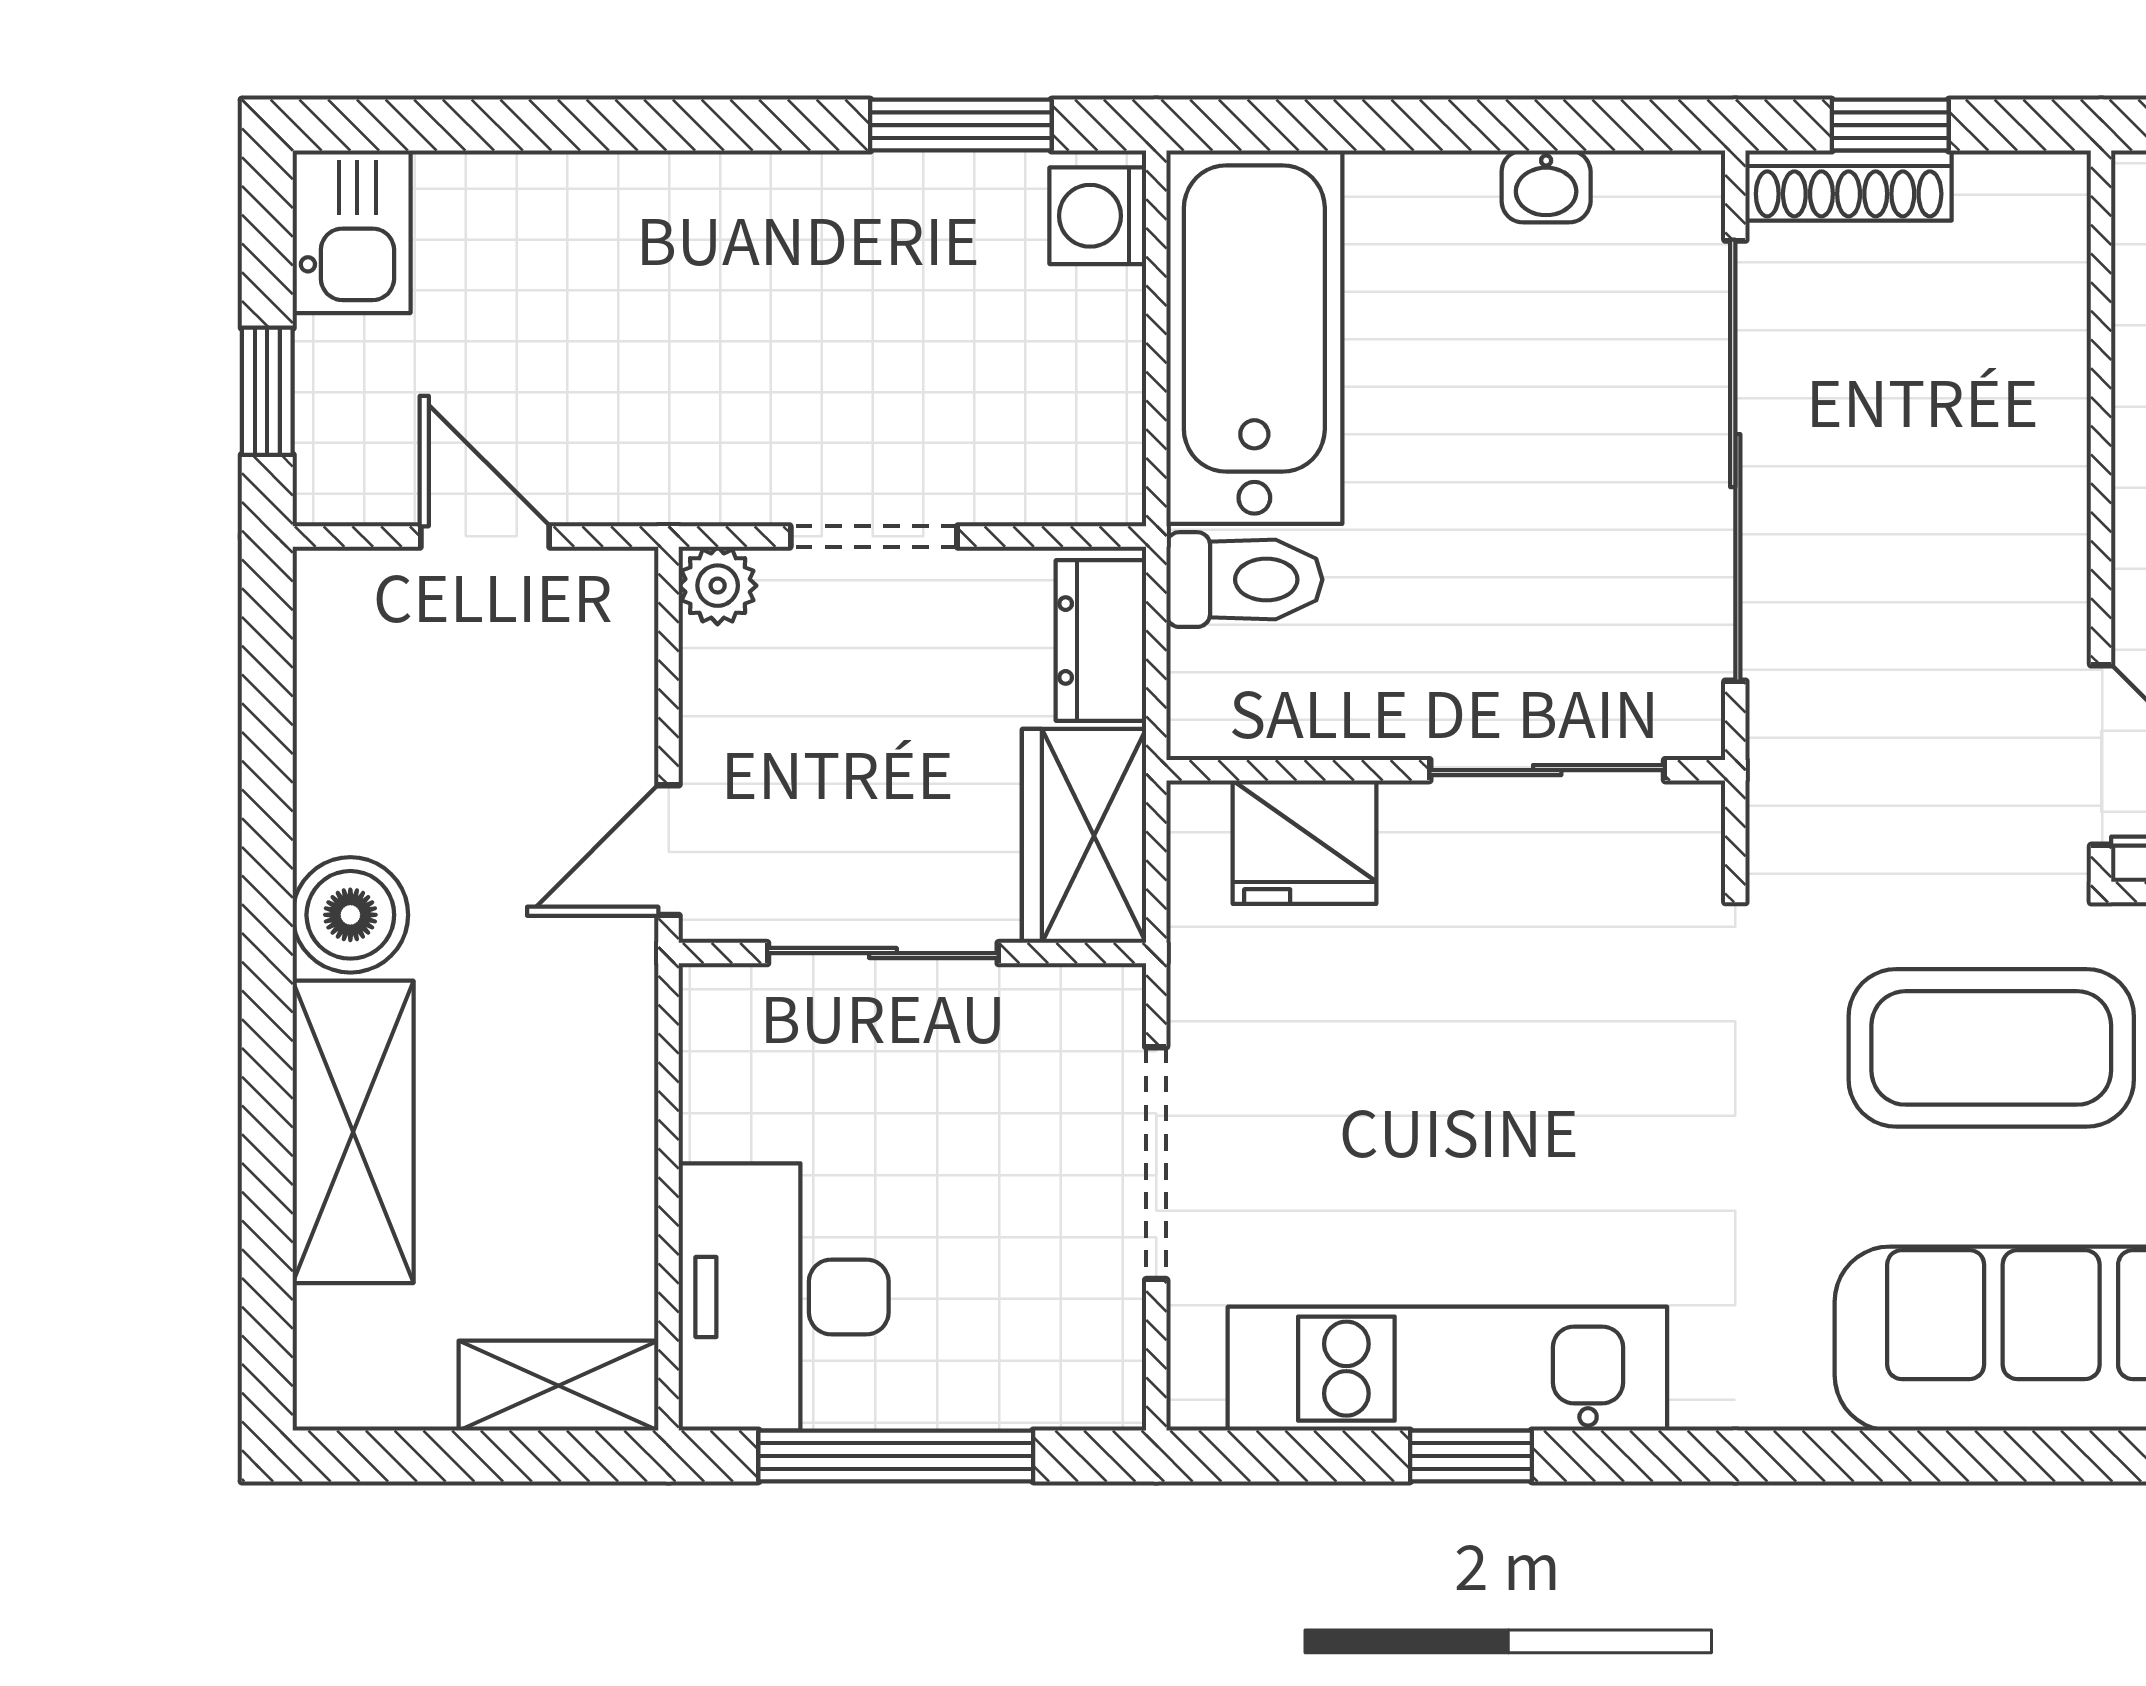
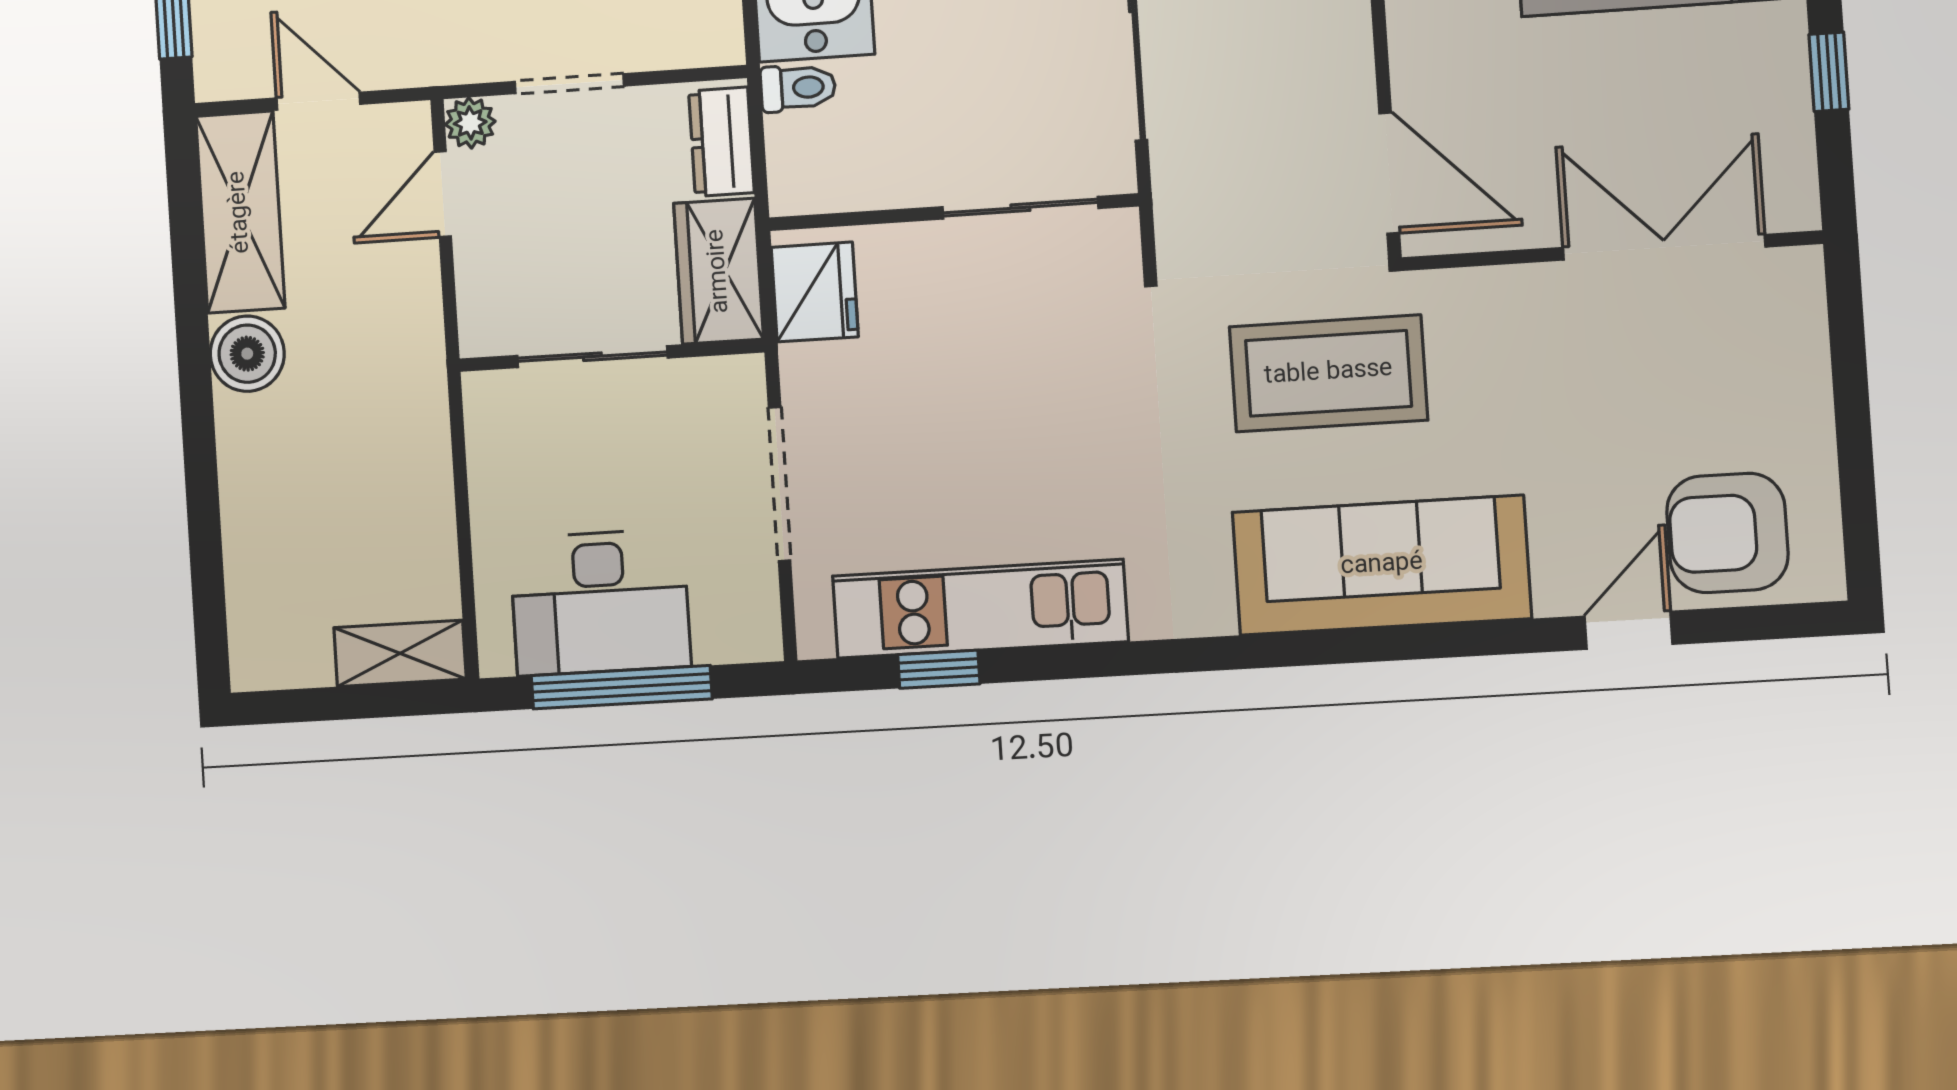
toilet: (1244, 580) -> (798, 88), width x0.73, depth x0.72
fridge: (1305, 842) -> (815, 292), moved, turned -90
door: (669, 850) -> (443, 194), moved
shelving: (353, 1132) -> (240, 212), moved
desk: (784, 1297) -> (600, 602), moved, turned -90
window: (1471, 1456) -> (939, 669), moved

